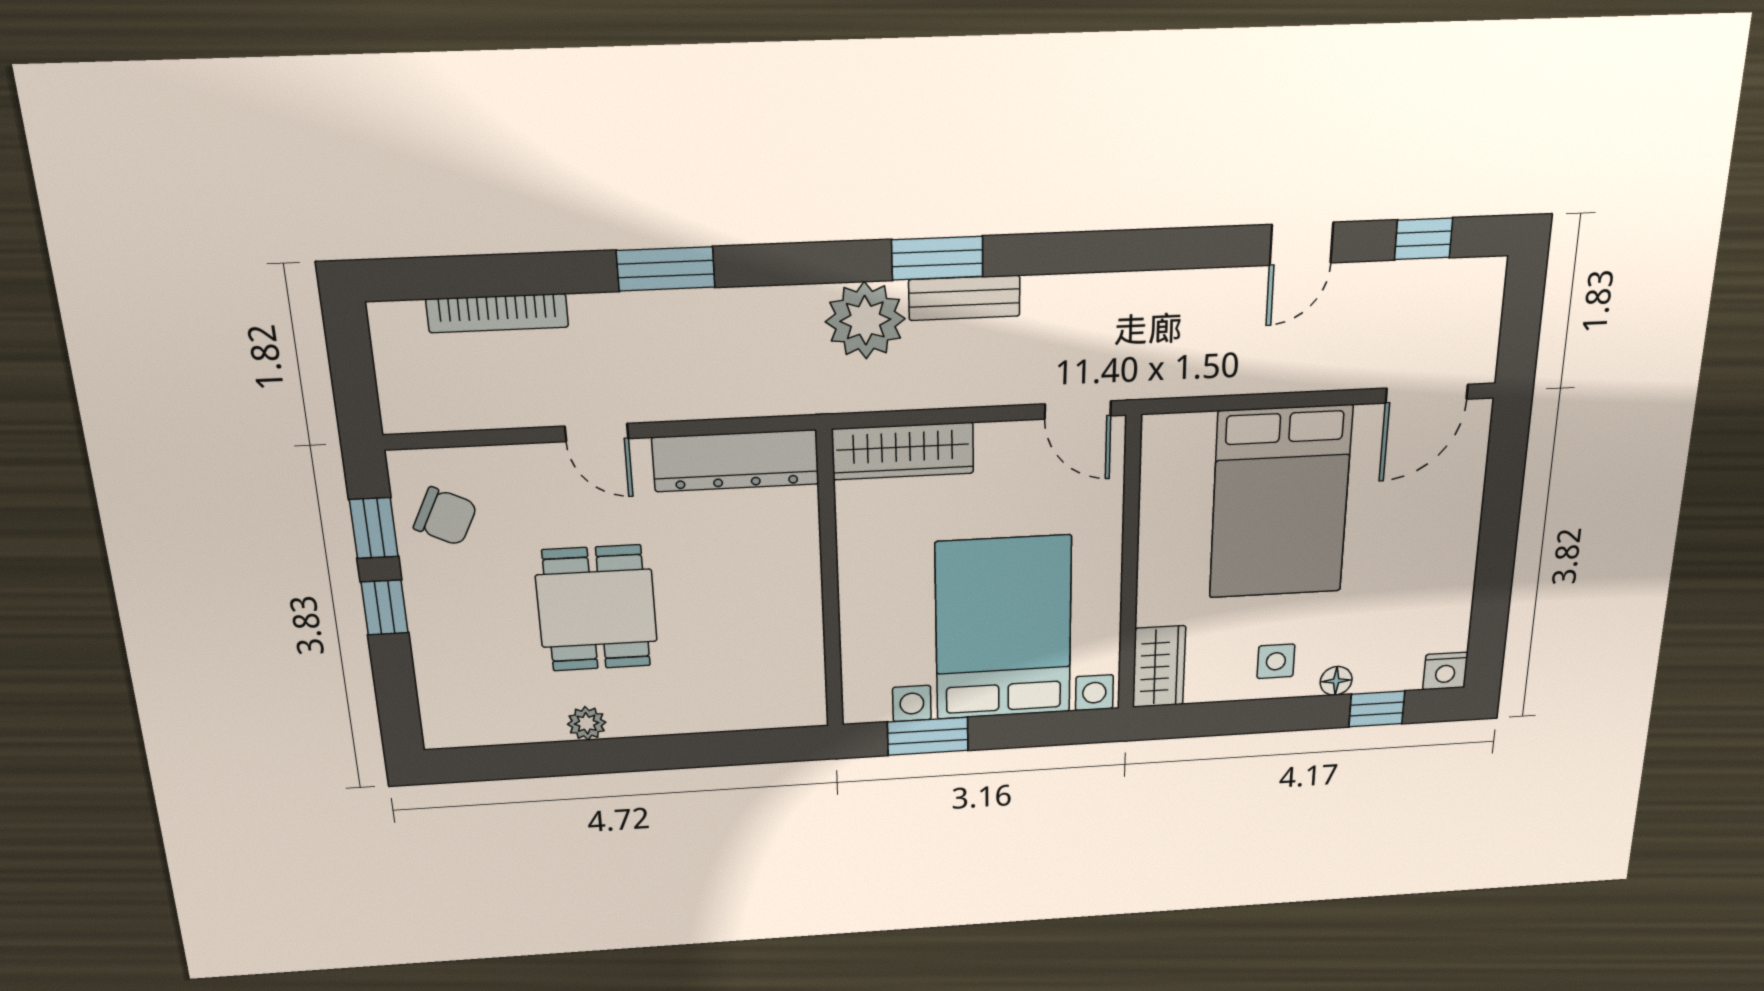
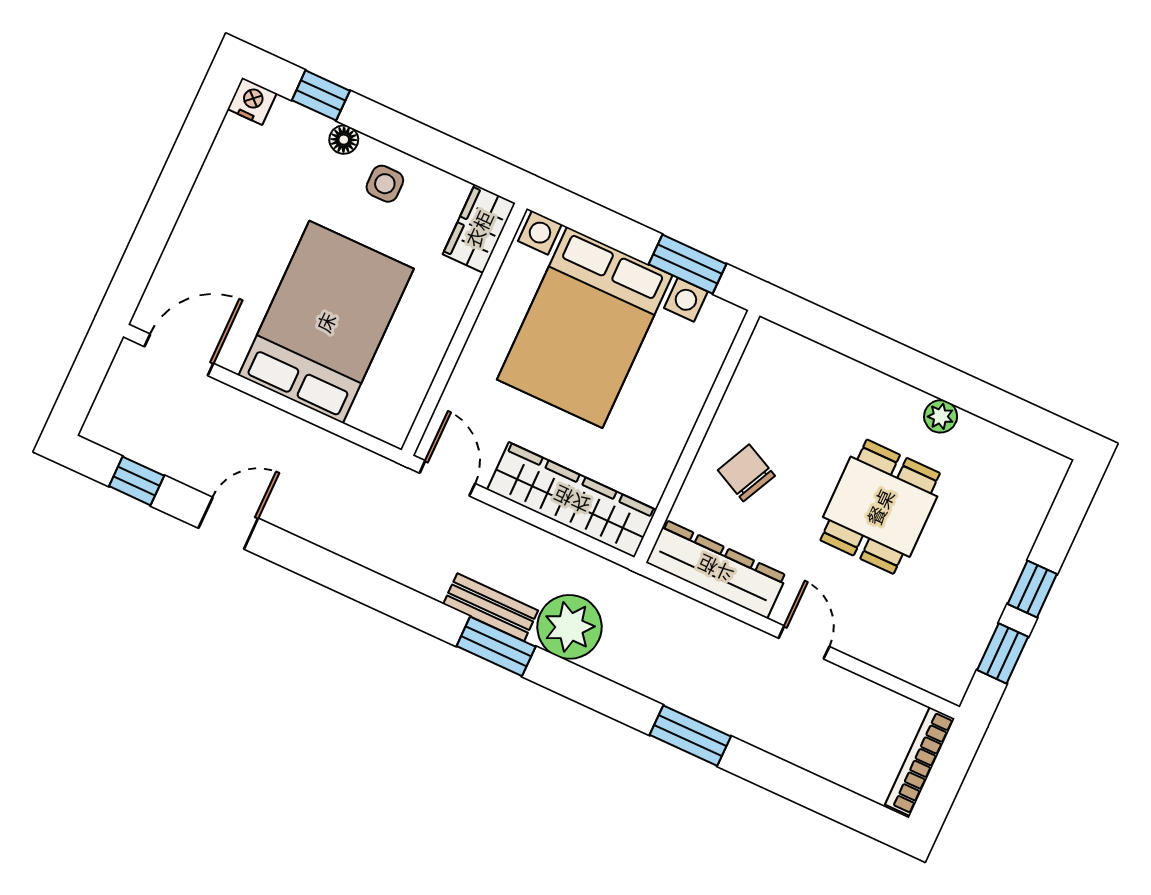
bookcase: (497, 313) -> (920, 762), moved, turned -90
wardrobe: (903, 451) -> (572, 500), width x1.40, depth x1.17
chair: (445, 516) -> (746, 473), moved

